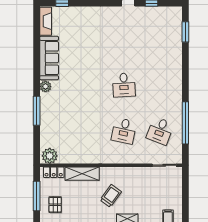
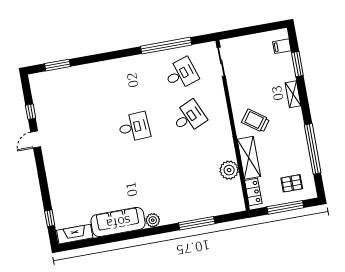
window: (37, 111) -> (197, 223), moved
desk: (124, 131) -> (189, 117), turned -36
desk: (160, 131) -> (181, 74), turned -39
plant: (50, 156) -> (229, 170), moved
trolley: (111, 196) -> (256, 121), moved

